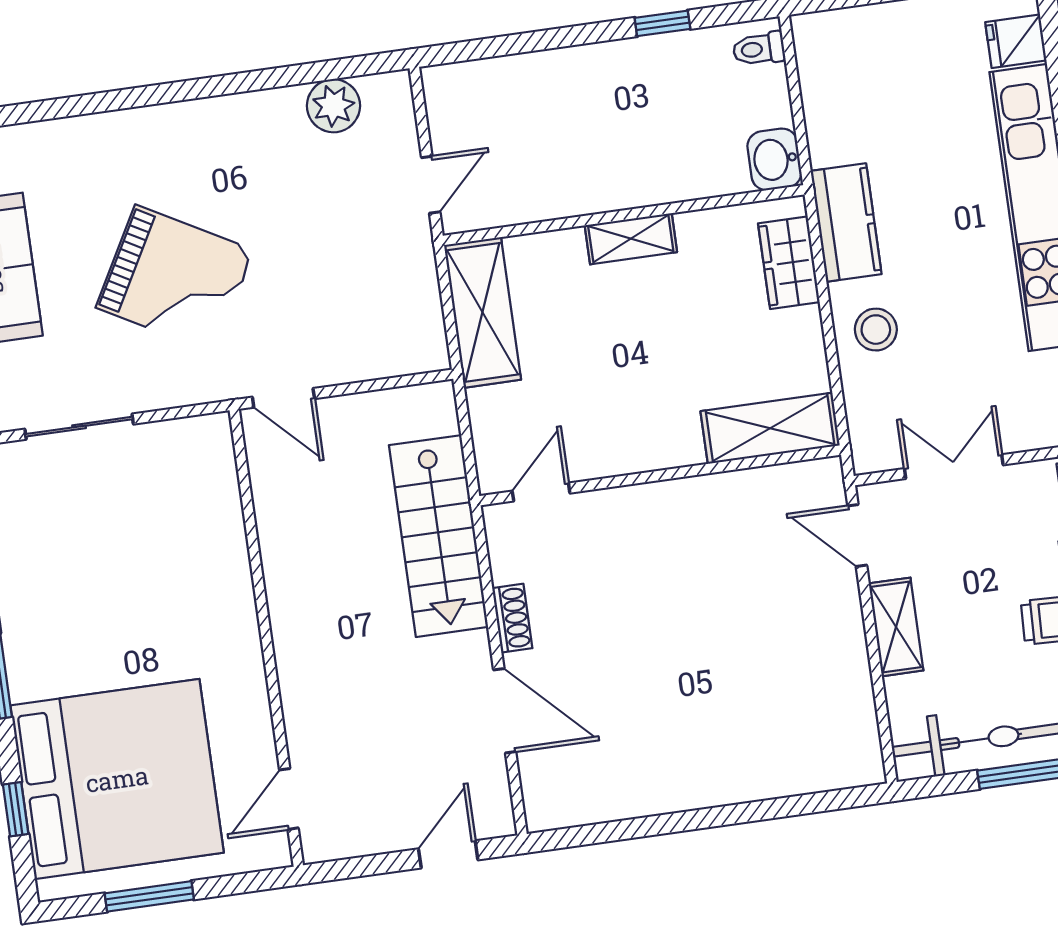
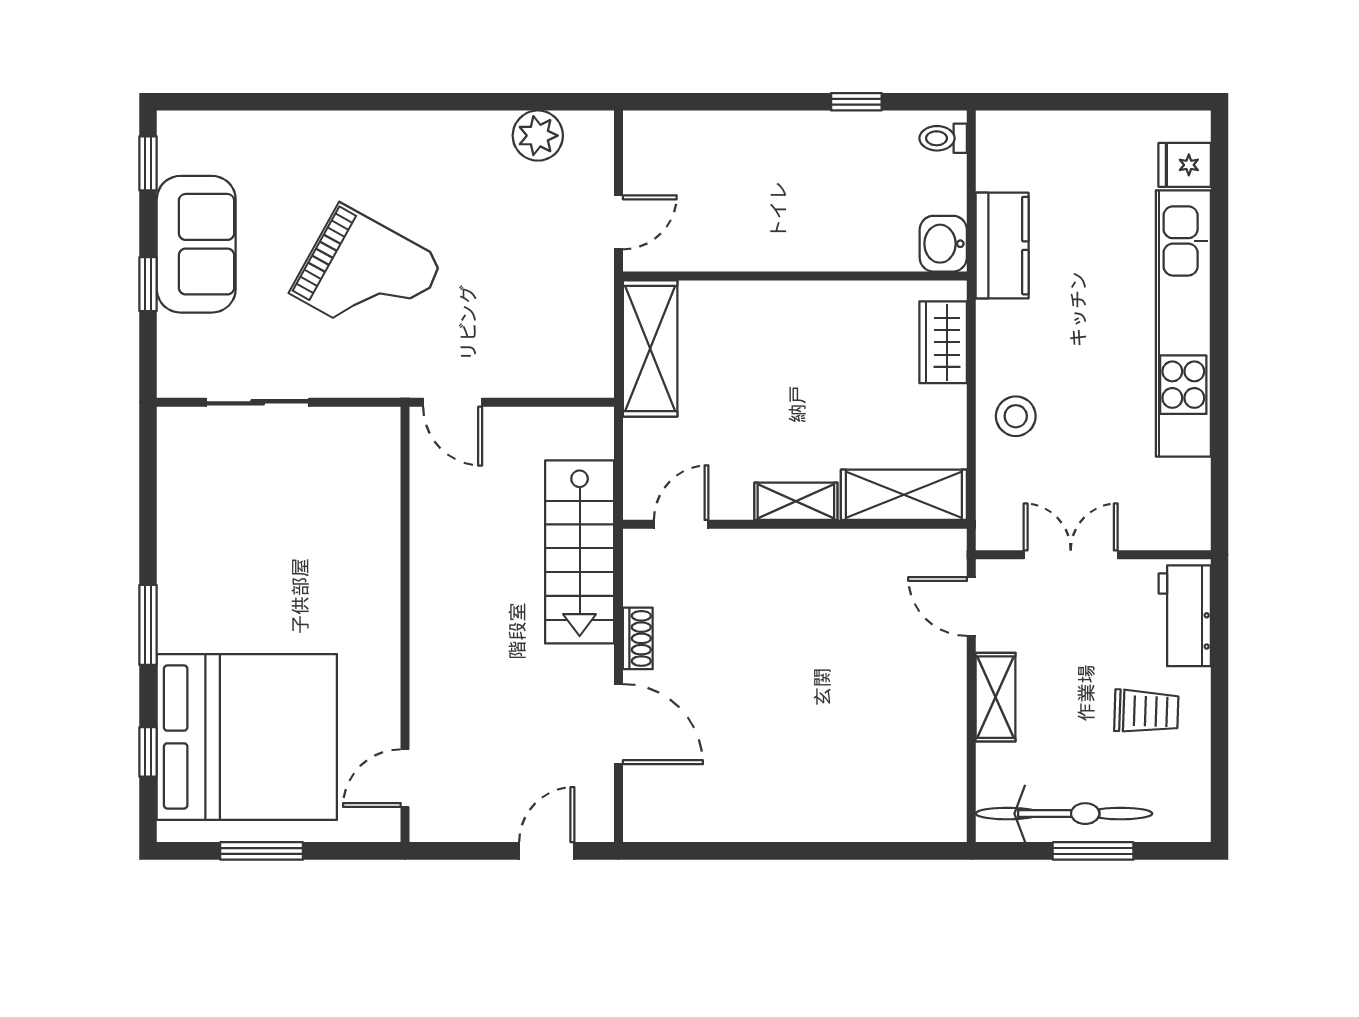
kitchen counter: (846, 222) -> (1002, 246), moved
shelving: (631, 239) -> (796, 501), moved

